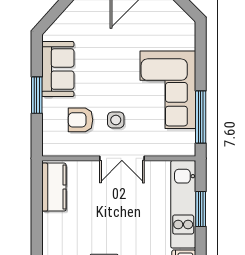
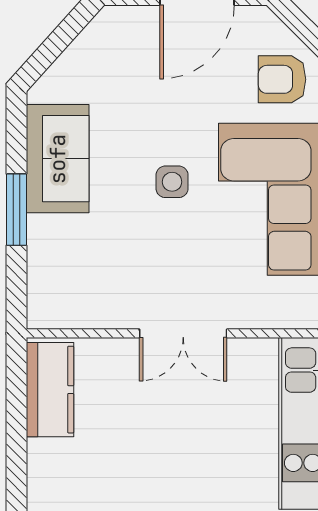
armchair: (81, 120) -> (282, 79), moved
side table: (116, 120) -> (172, 182), moved

